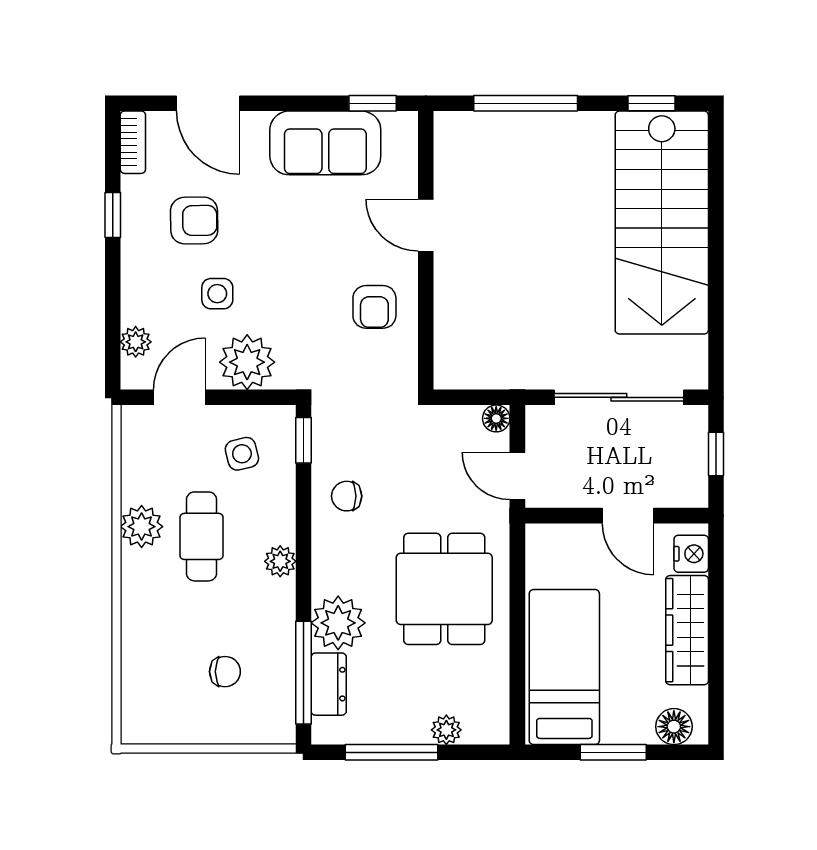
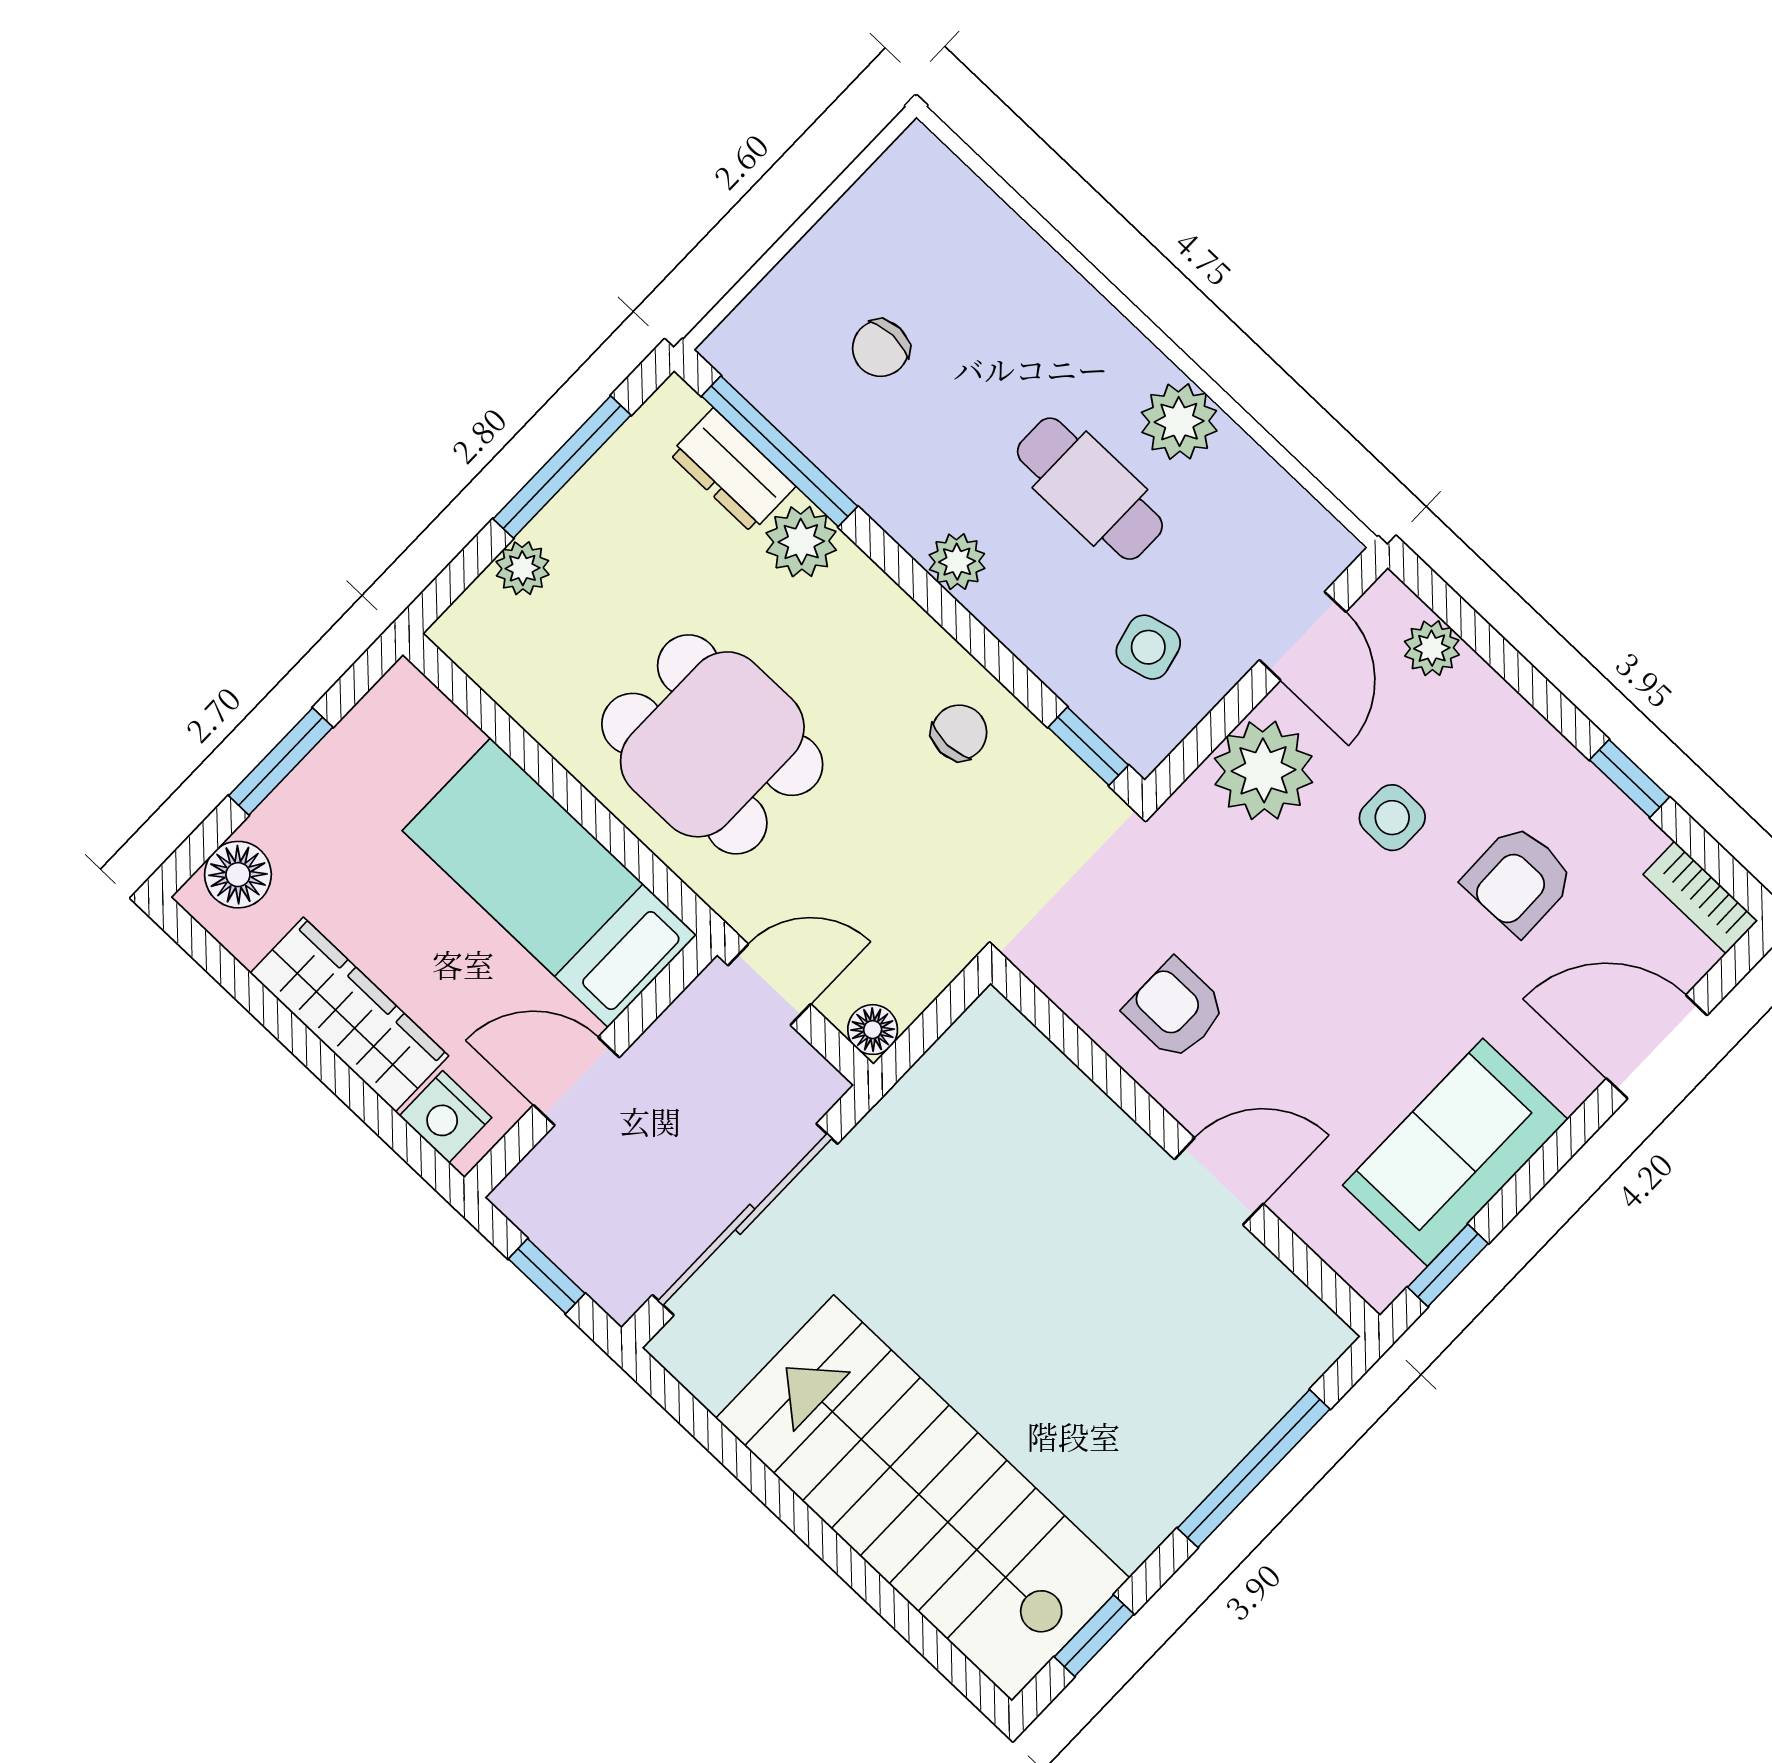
plant: (338, 623) -> (801, 542), width x0.73, depth x0.73
bed: (564, 667) -> (549, 883), moved, turned 180

